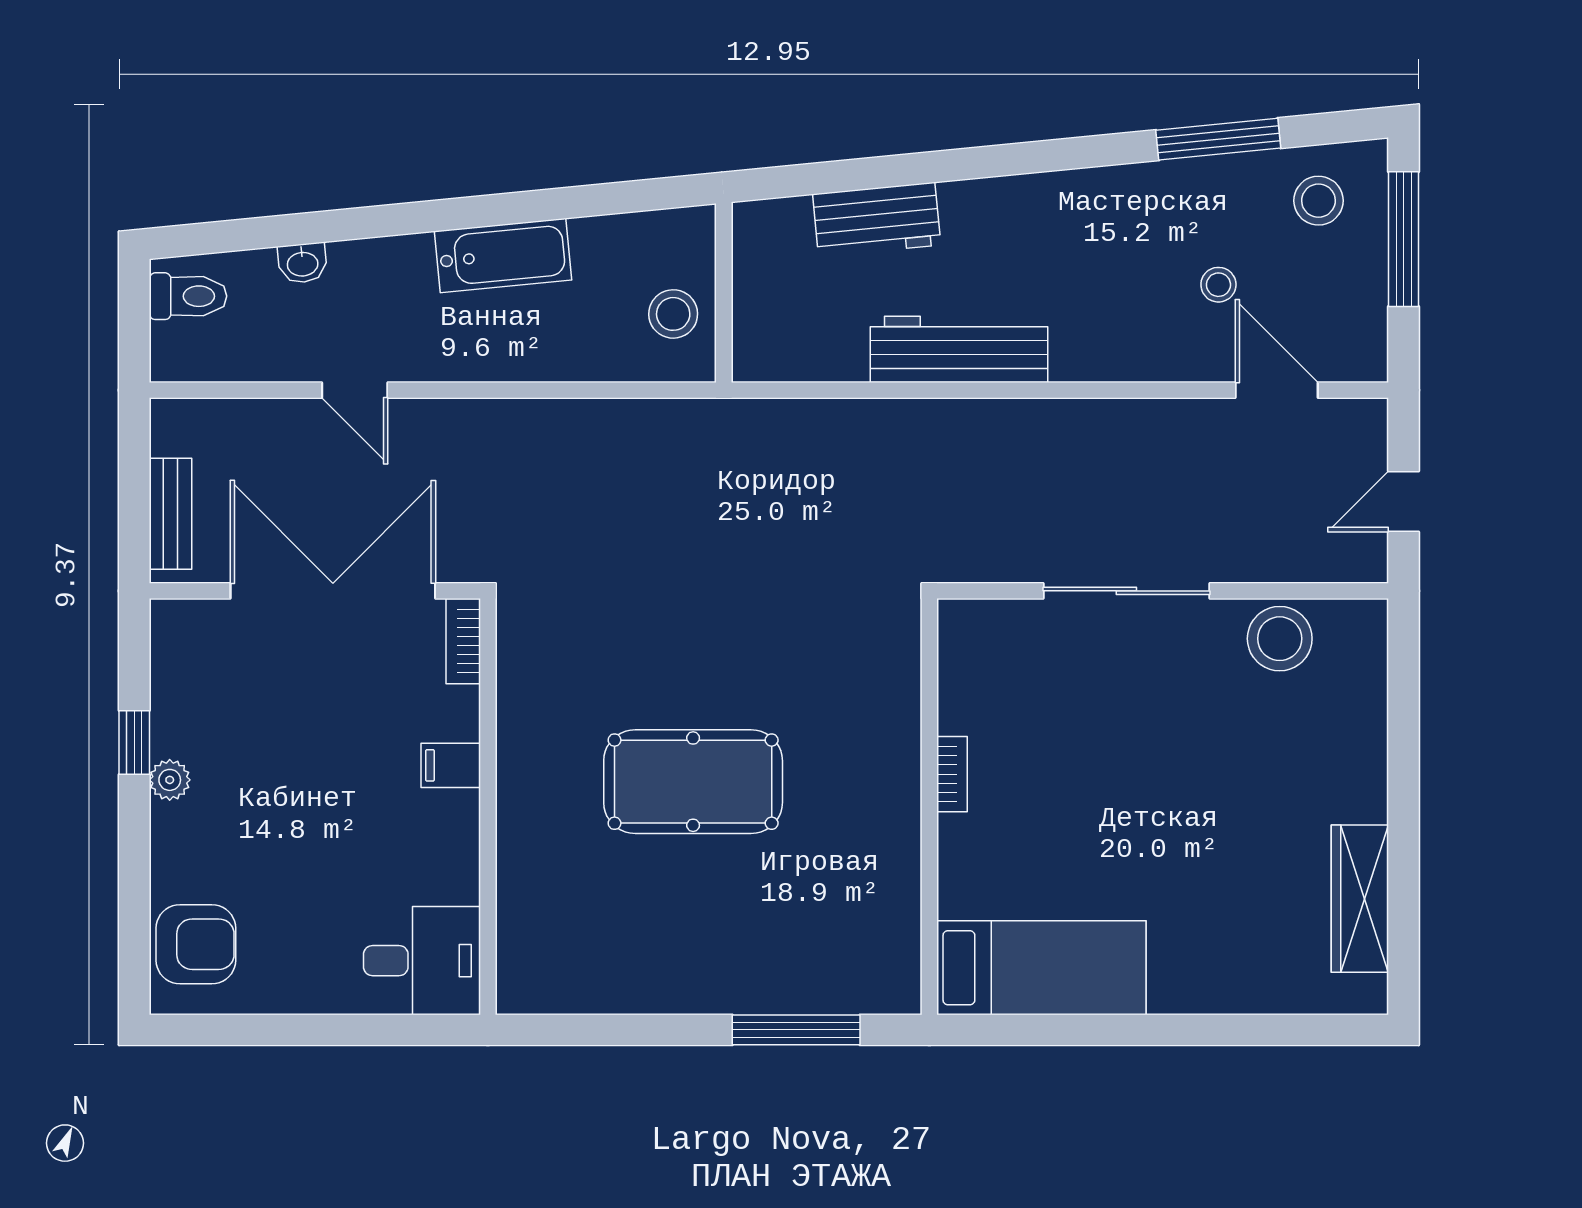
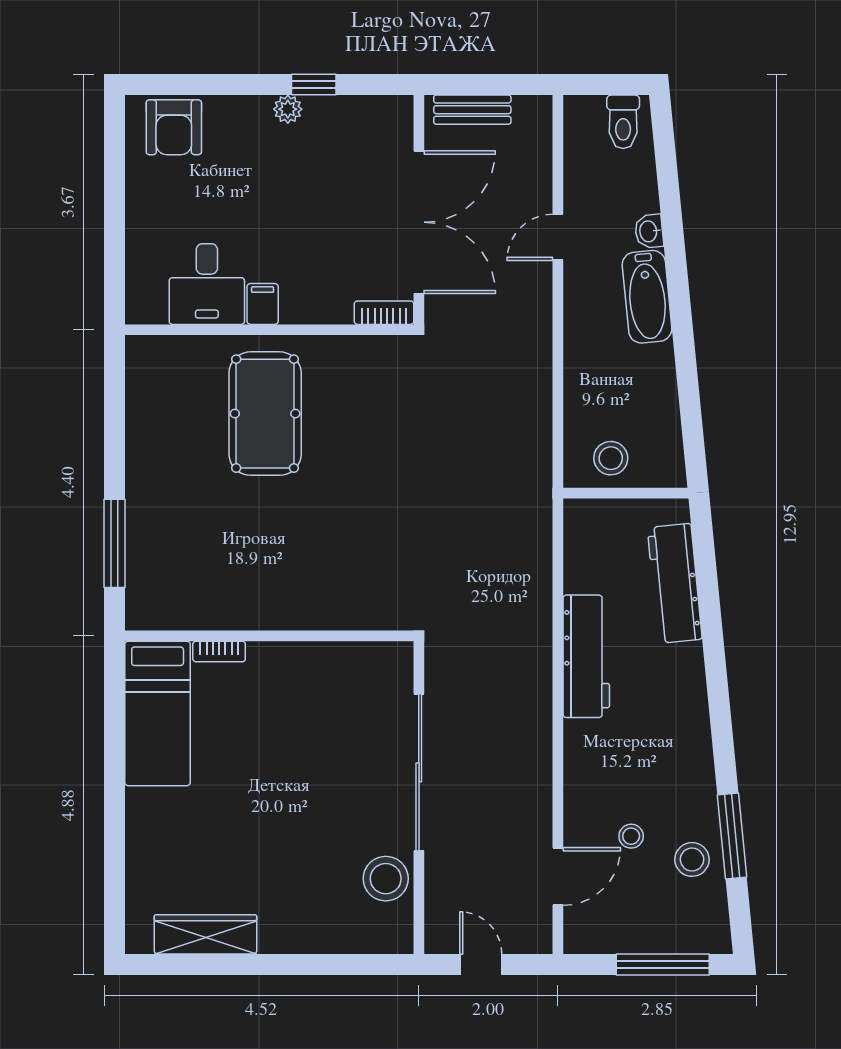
stool: (1318, 201) -> (692, 859), moved
workbench: (877, 219) -> (675, 583), width x1.38
bathtub: (503, 255) -> (647, 297), moved
washbasin: (302, 263) -> (649, 231), moved
sliding door: (1126, 591) -> (419, 772), width x1.36
filing cabinet: (451, 765) -> (263, 304), moved
bookcase: (952, 774) -> (219, 651), moved
pool table: (693, 782) -> (265, 414), moved
desk: (422, 961) -> (207, 284), moved

